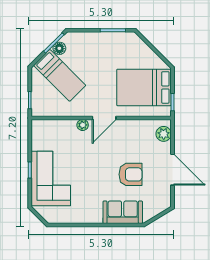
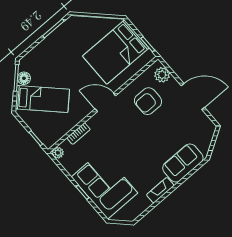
door: (104, 118) -> (105, 102), swing flipped
bookcase: (64, 124) -> (78, 134), added
plant: (83, 125) -> (58, 153), moved
armchair: (131, 174) -> (148, 101), moved, turned 180
fireplace: (89, 218) -> (160, 190), added

